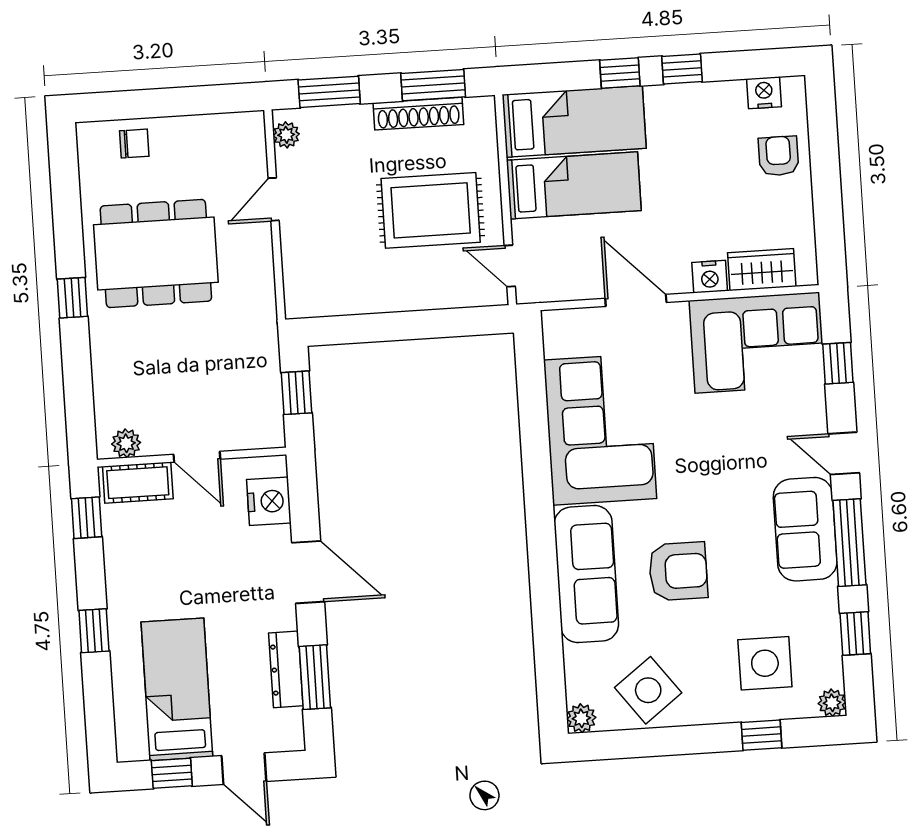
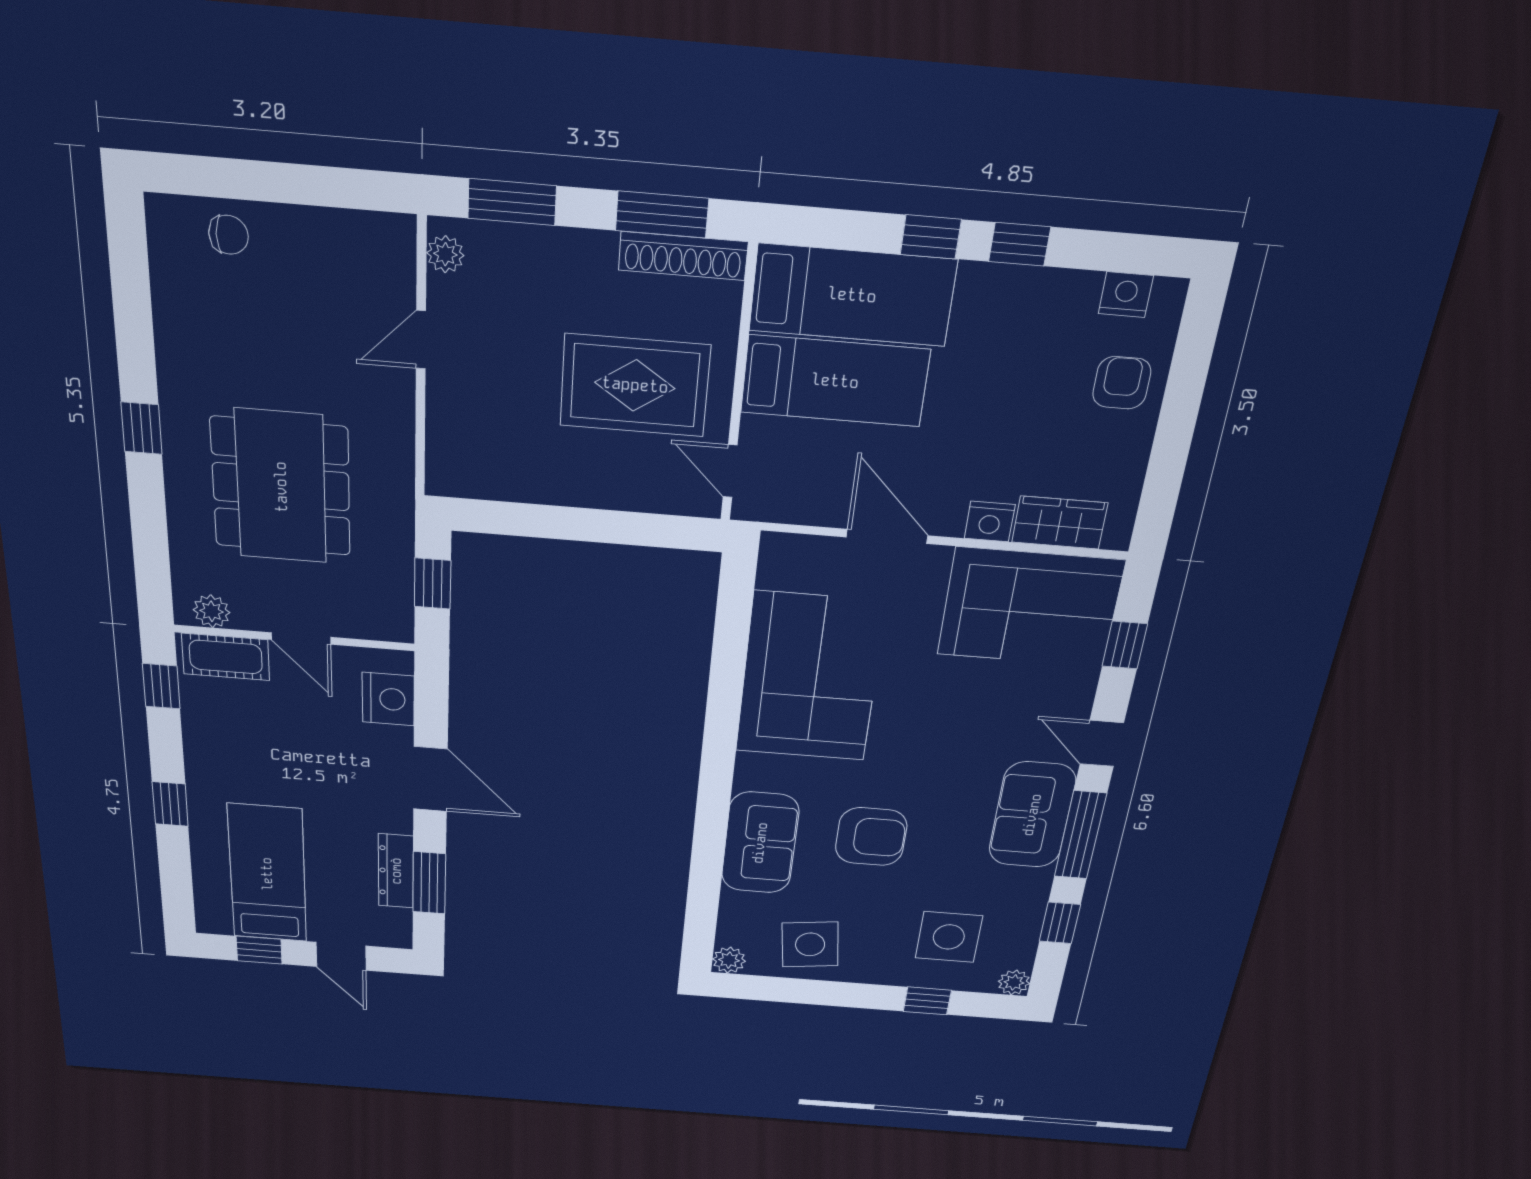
shoe rack: (418, 114) -> (683, 256), moved
dining table: (156, 254) -> (281, 487), moved, turned 90
sofa: (586, 574) -> (760, 843), width x0.73
side table: (648, 690) -> (810, 944), turned 30

